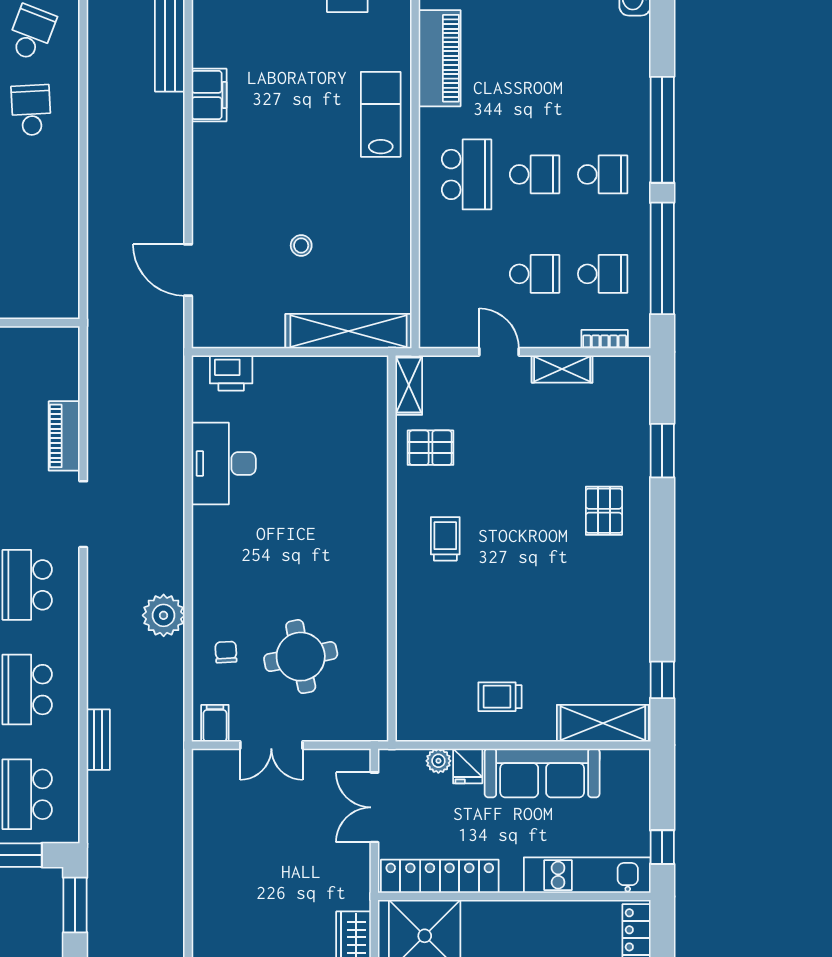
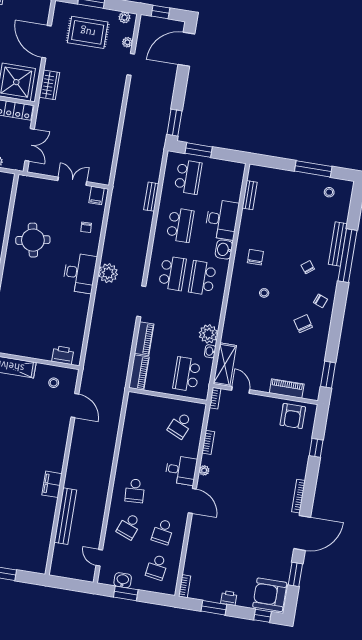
stool: (301, 245) -> (54, 383), moved
piano: (63, 363) -> (139, 372), added
desk: (224, 464) -> (80, 273), moved
plant: (164, 615) -> (108, 273), moved
round table: (301, 657) -> (33, 240), moved

